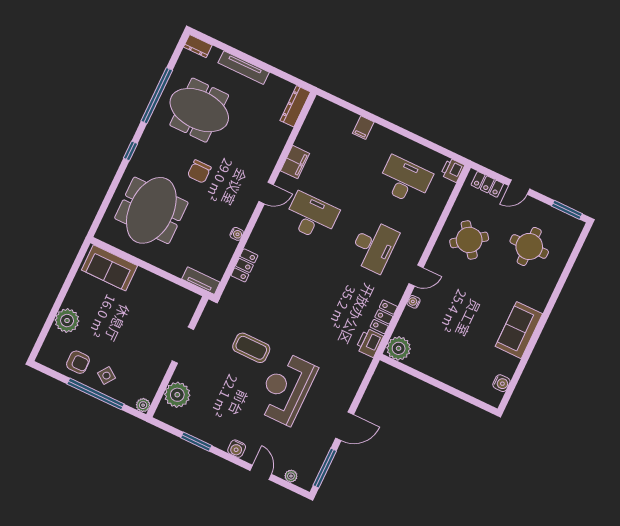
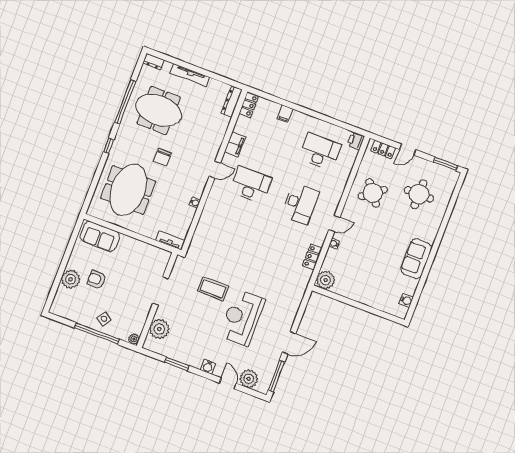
locker: (244, 265) -> (249, 105), moved
printer: (369, 343) -> (303, 278), removed
armchair: (78, 362) -> (97, 280), moved, turned 180
plant: (291, 476) -> (249, 379), width x1.88, depth x1.88

